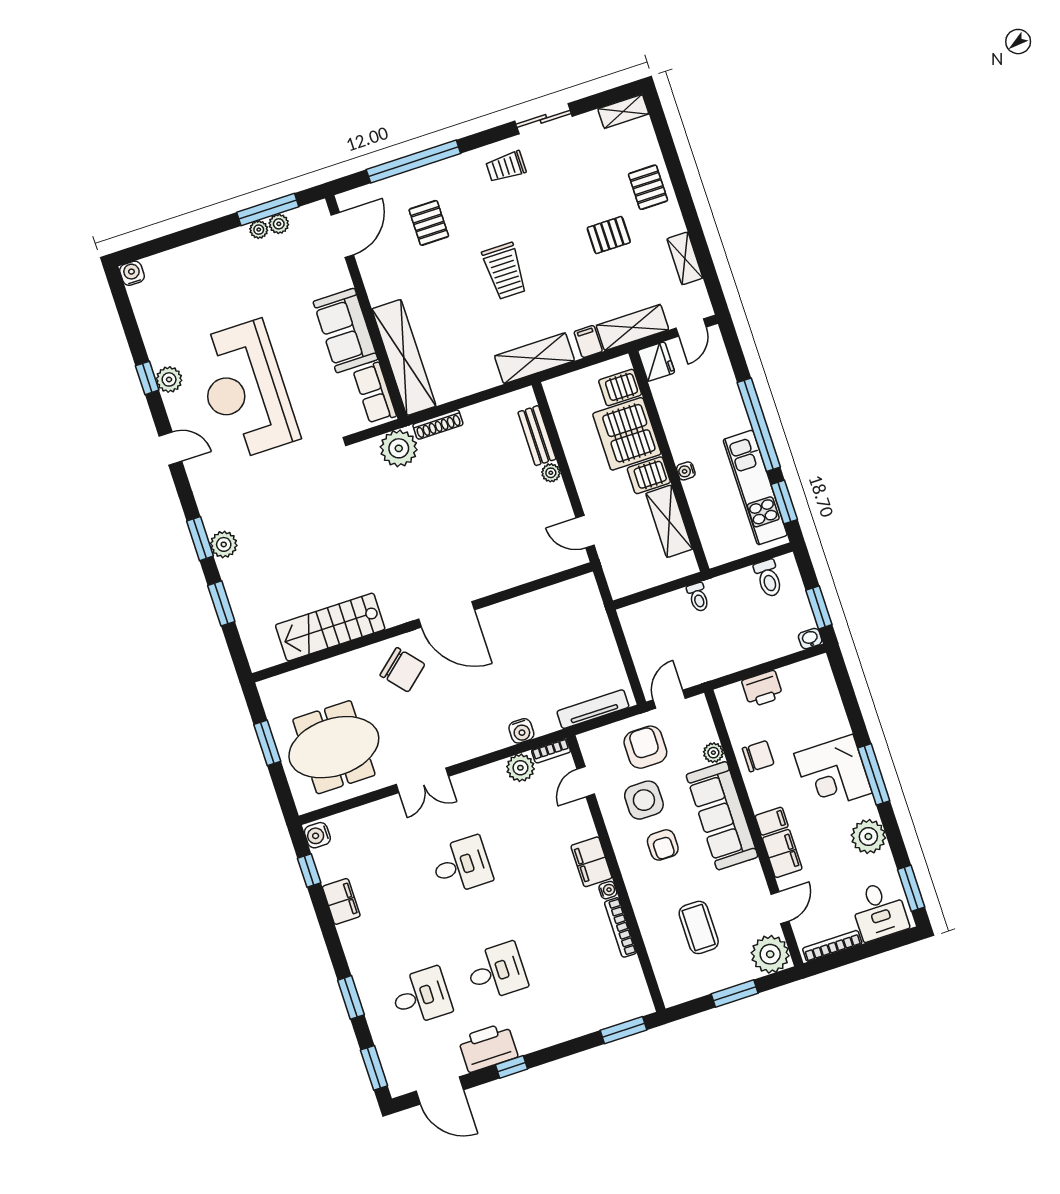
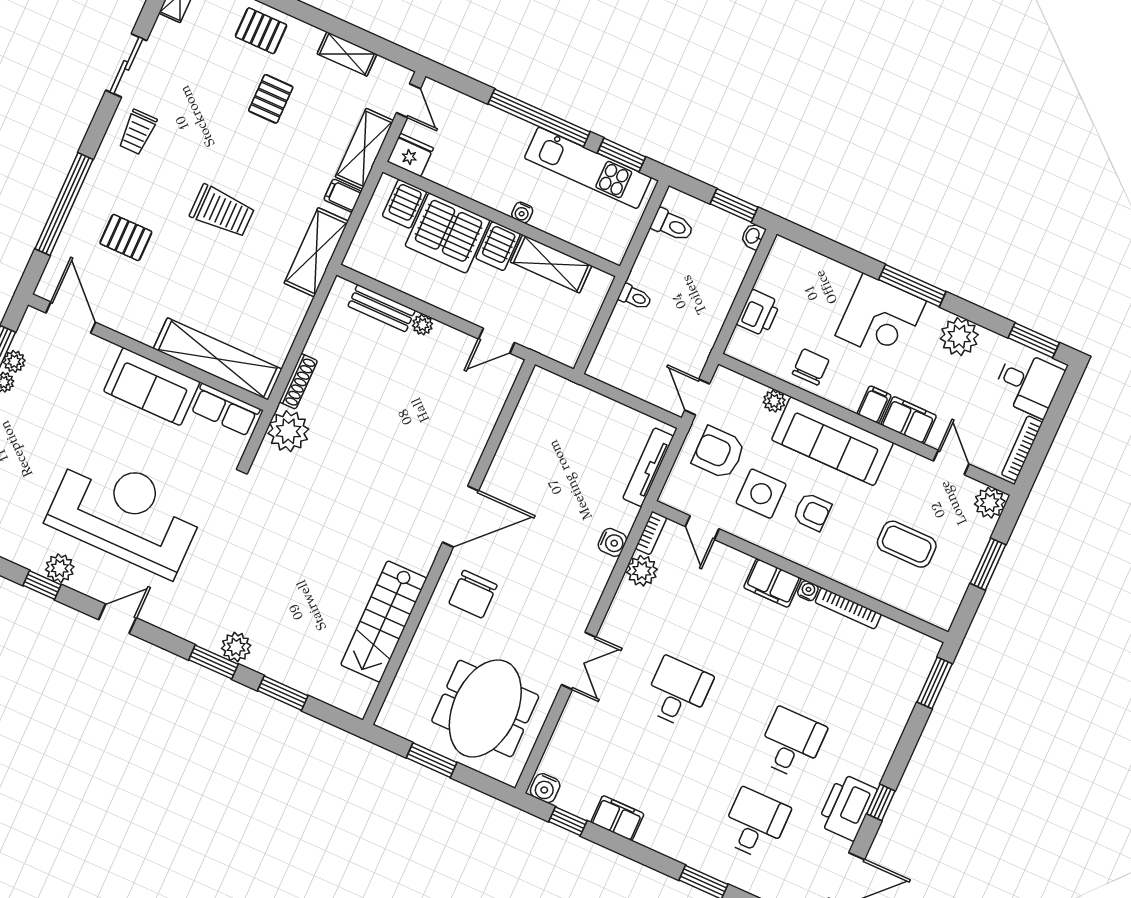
reception desk: (245, 390) -> (126, 514), turned 180
chair: (402, 670) -> (473, 594), turned 131
plant: (770, 954) -> (990, 503), width x0.73, depth x0.73

